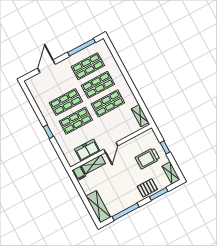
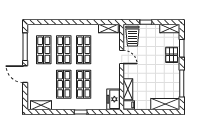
door: (47, 66) -> (25, 74), moved
shelving: (35, 91) -> (41, 105), added
door: (111, 148) -> (122, 57), moved
freezer: (87, 150) -> (113, 99), moved
trolley: (147, 158) -> (132, 36), moved

